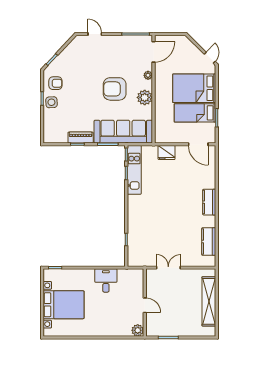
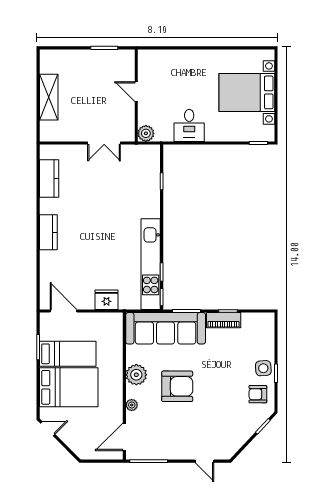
door: (210, 58) -> (48, 429), swing flipped
kitchen unit: (134, 170) -> (151, 264), width x1.36
shelving: (209, 301) -> (49, 97), width x0.68
plant: (138, 330) -> (146, 133), moved

